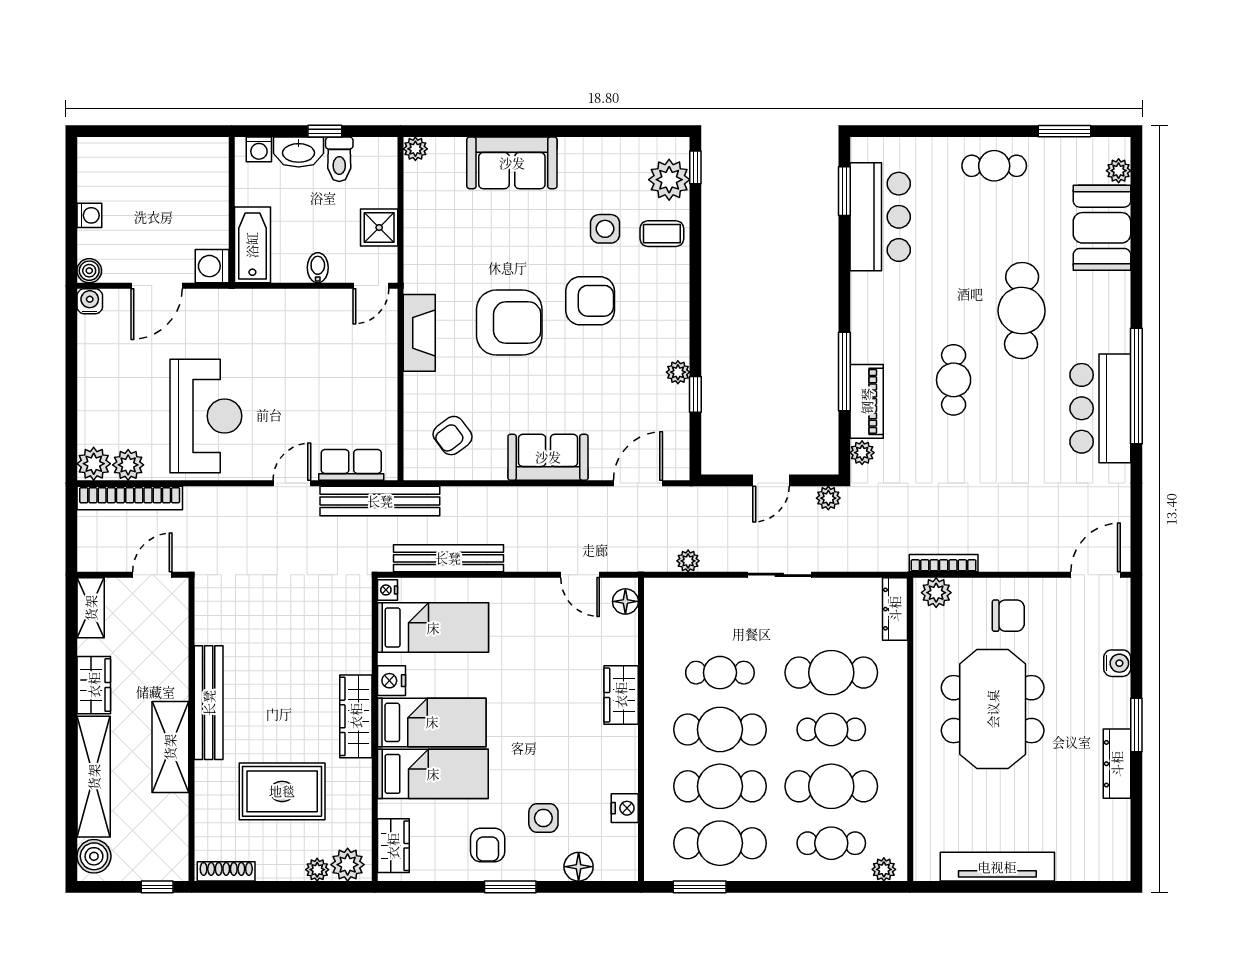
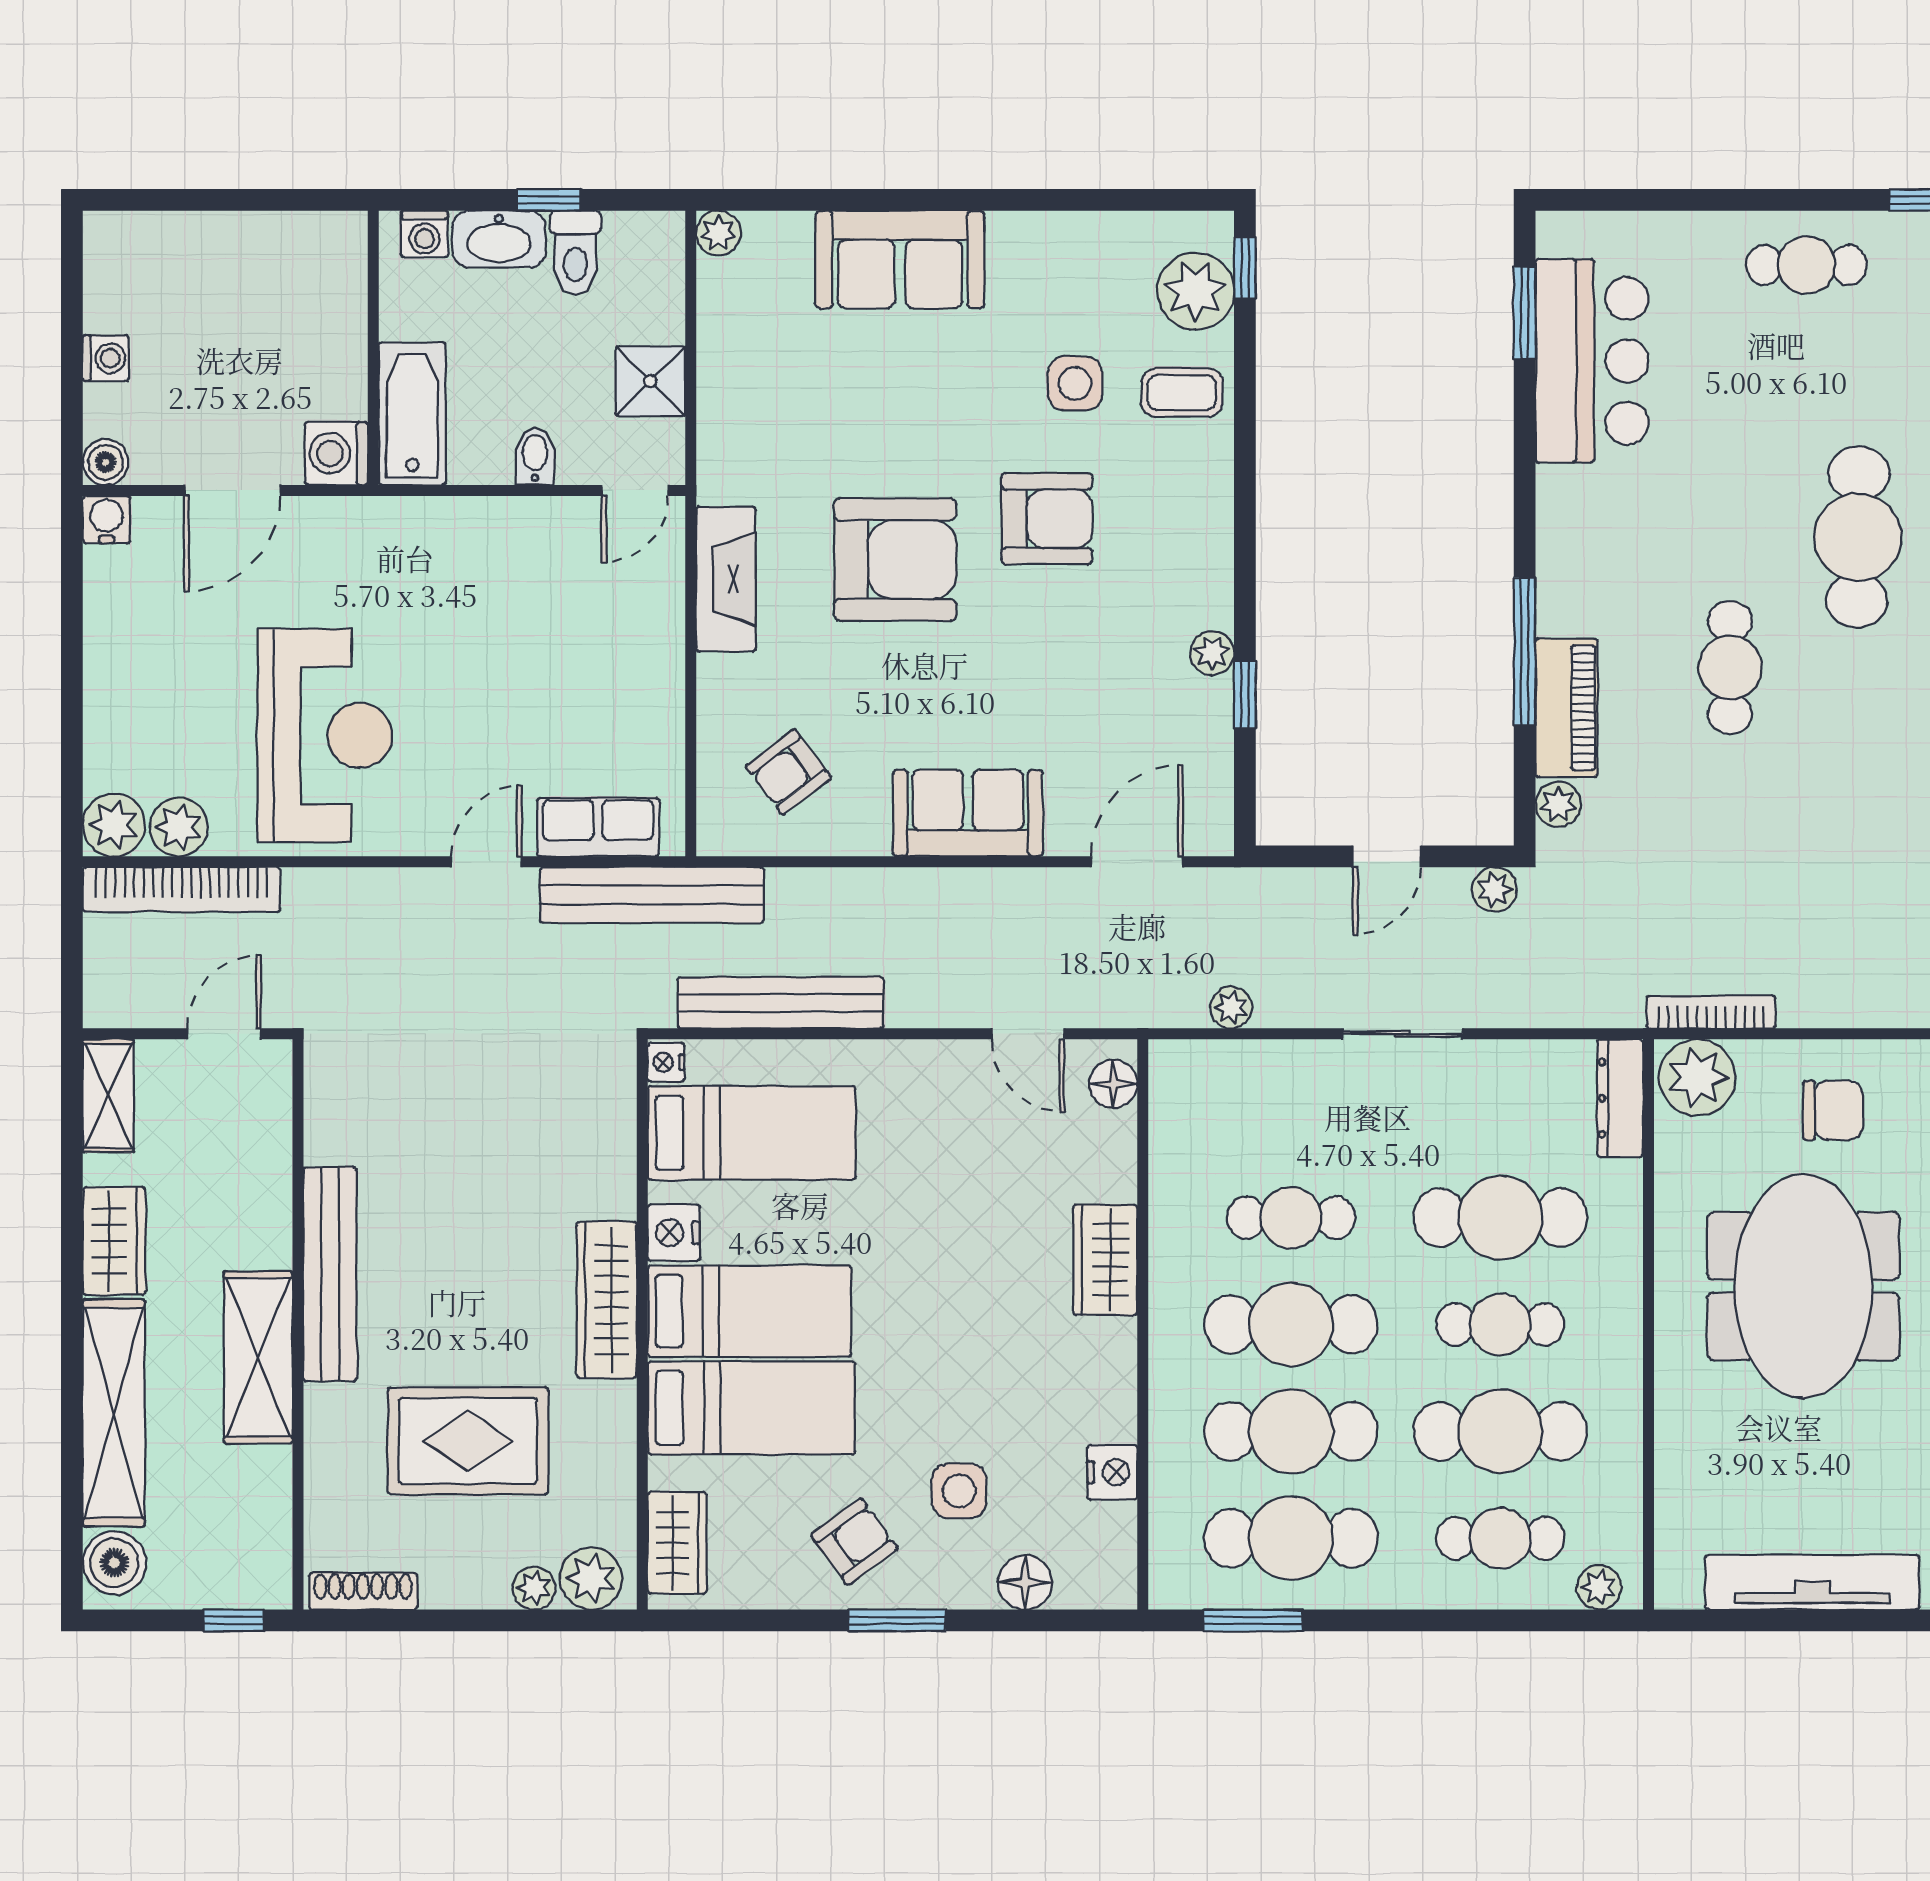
plant: (936, 593) -> (1697, 1077), width x1.36, depth x1.36
armchair: (488, 845) -> (854, 1542), turned -126

